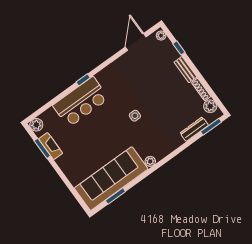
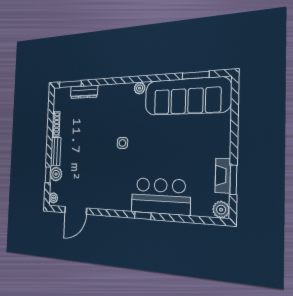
plant: (210, 106) -> (56, 174), moved

